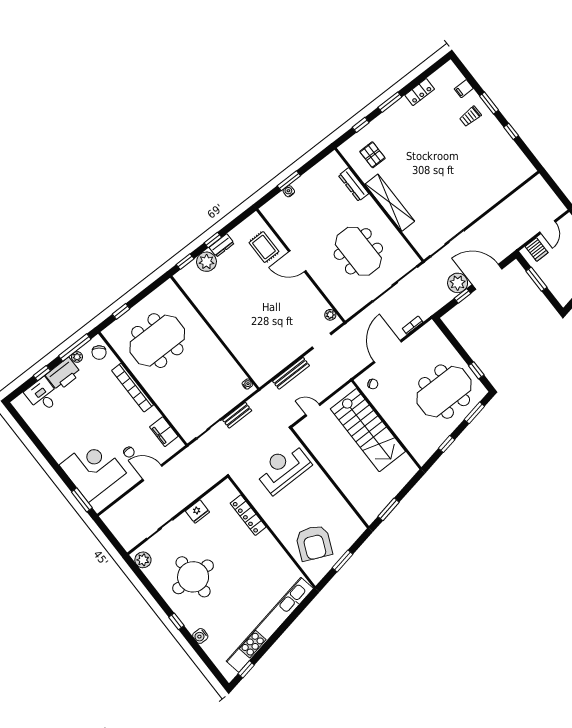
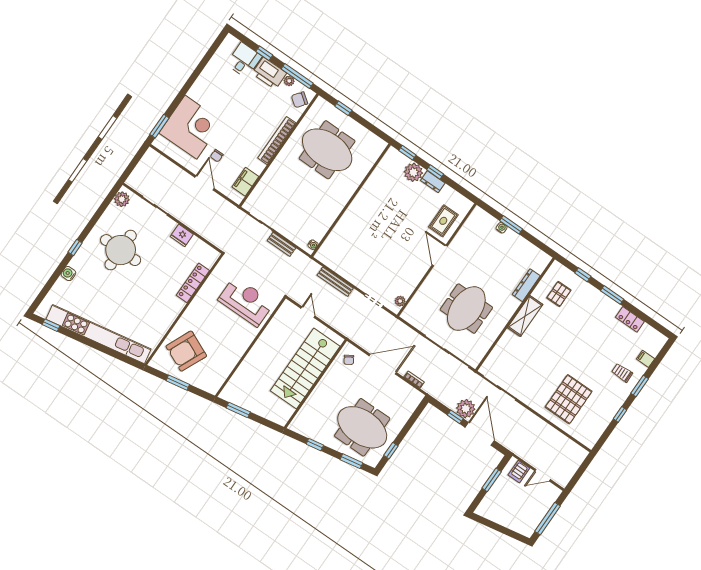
pallet: (480, 178) -> (569, 399), added
shelving: (390, 203) -> (525, 316), width x0.68

